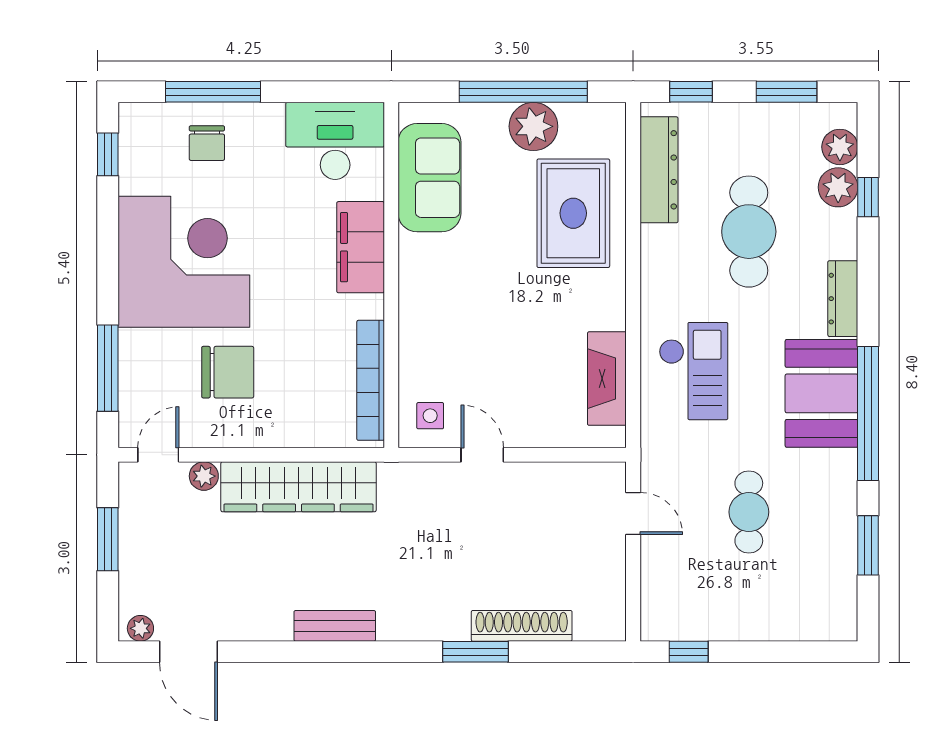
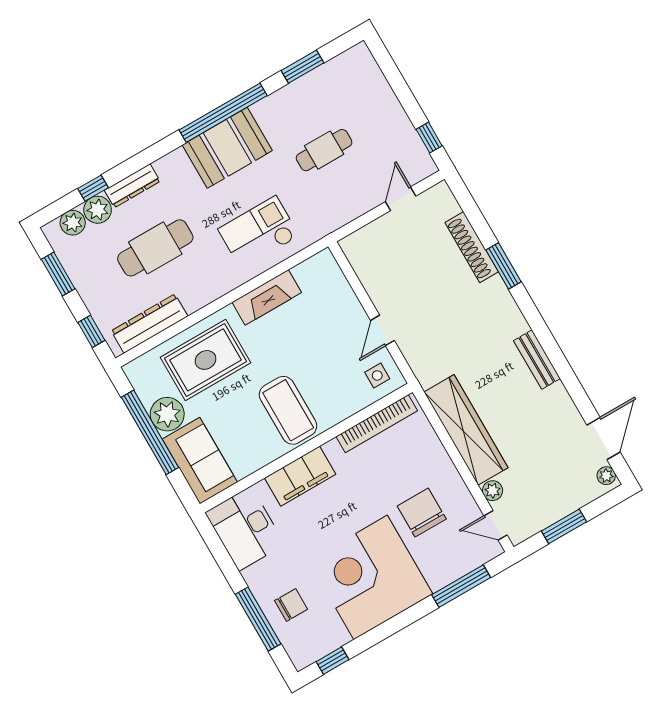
sofa: (429, 178) -> (200, 461), moved, turned 90
coffee table: (451, 280) -> (288, 410), added
dresser: (843, 299) -> (132, 186), moved
fireplace: (607, 379) -> (267, 297), moved
door: (633, 514) -> (401, 199), moved

